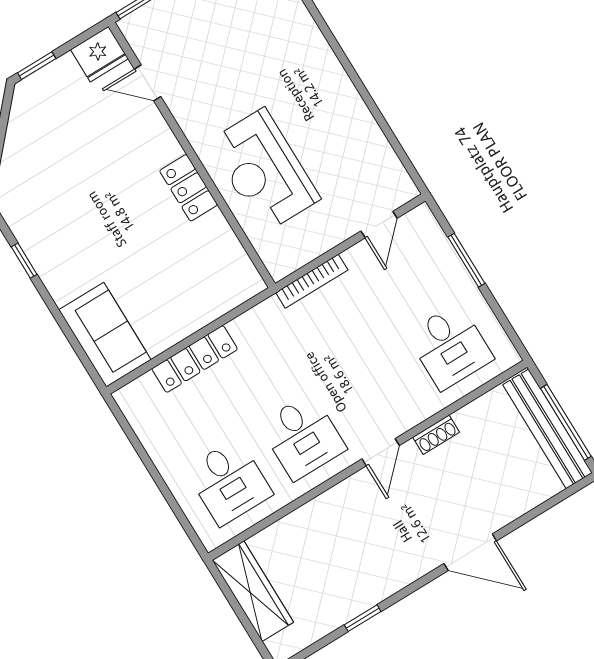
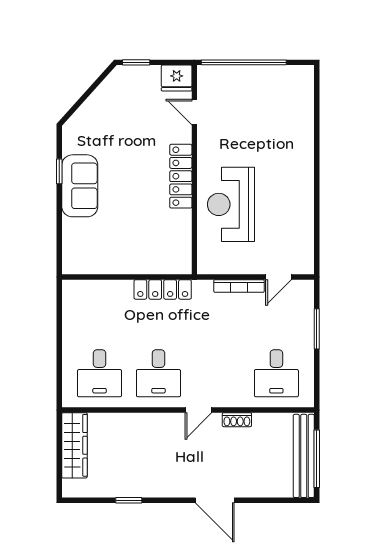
locker: (189, 188) -> (181, 176), width x1.53
bookcase: (312, 281) -> (239, 286), moved
sofa: (105, 335) -> (80, 186), moved
locker: (195, 359) -> (163, 289), moved

